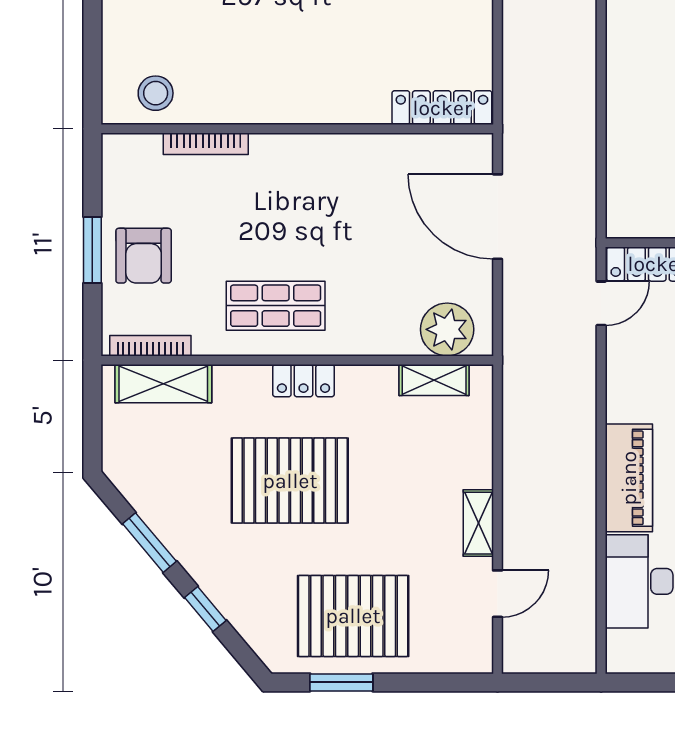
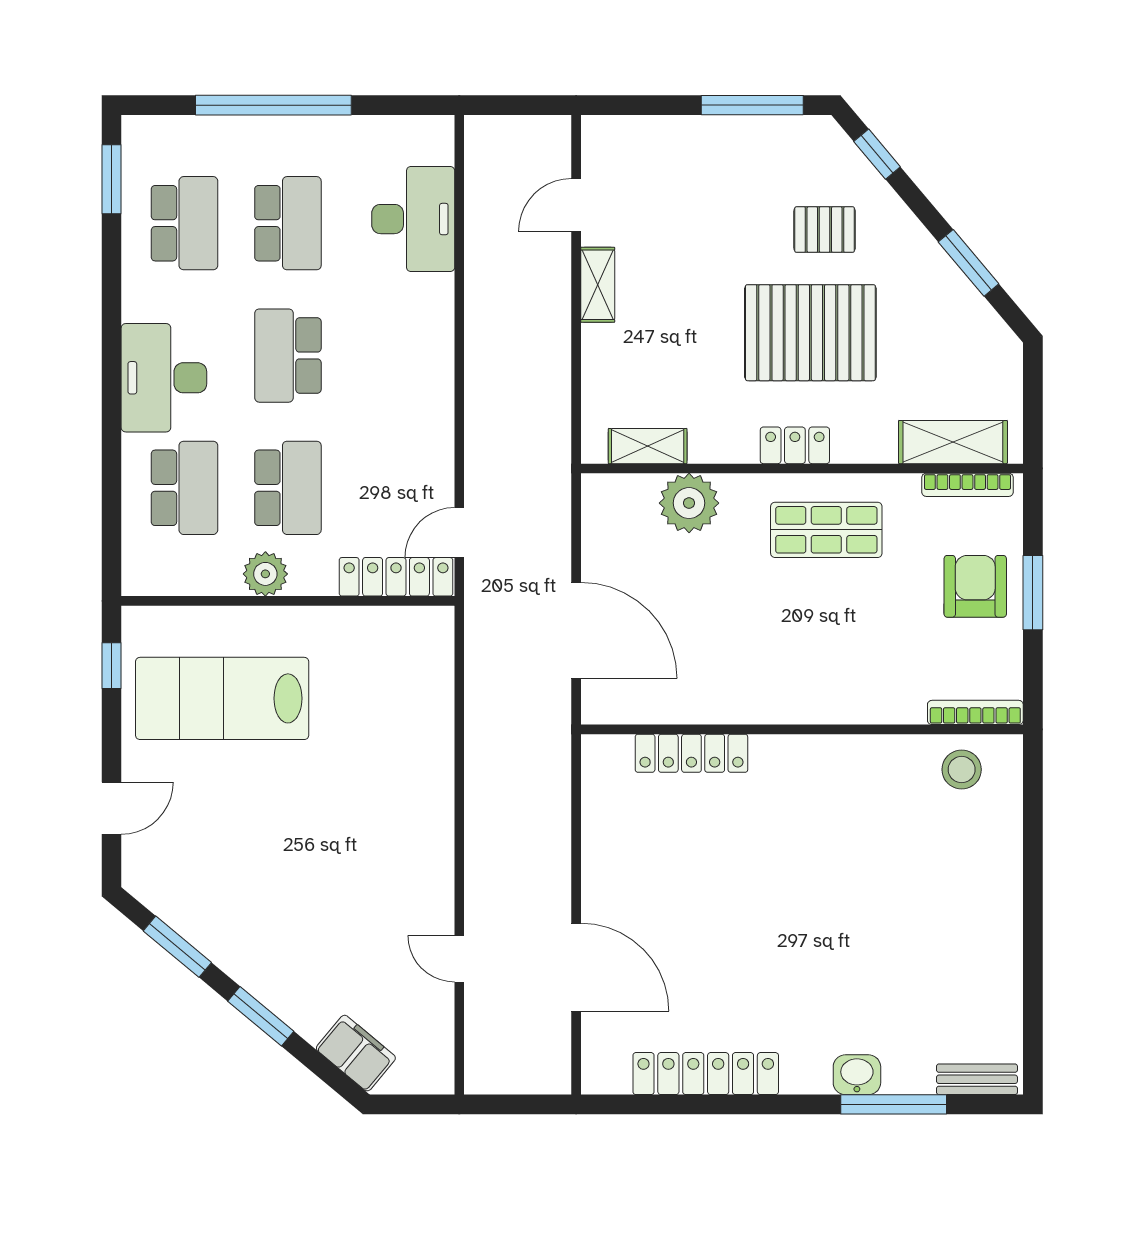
locker: (442, 108) -> (691, 753), moved
bookcase: (206, 144) -> (975, 712), moved
plant: (447, 329) -> (689, 503), moved
piano: (629, 478) -> (428, 336), removed
window: (205, 609) -> (877, 154), moved
pallet: (353, 616) -> (825, 230), moved, width x0.49, depth x0.50
window: (341, 682) -> (752, 105), width x1.44

